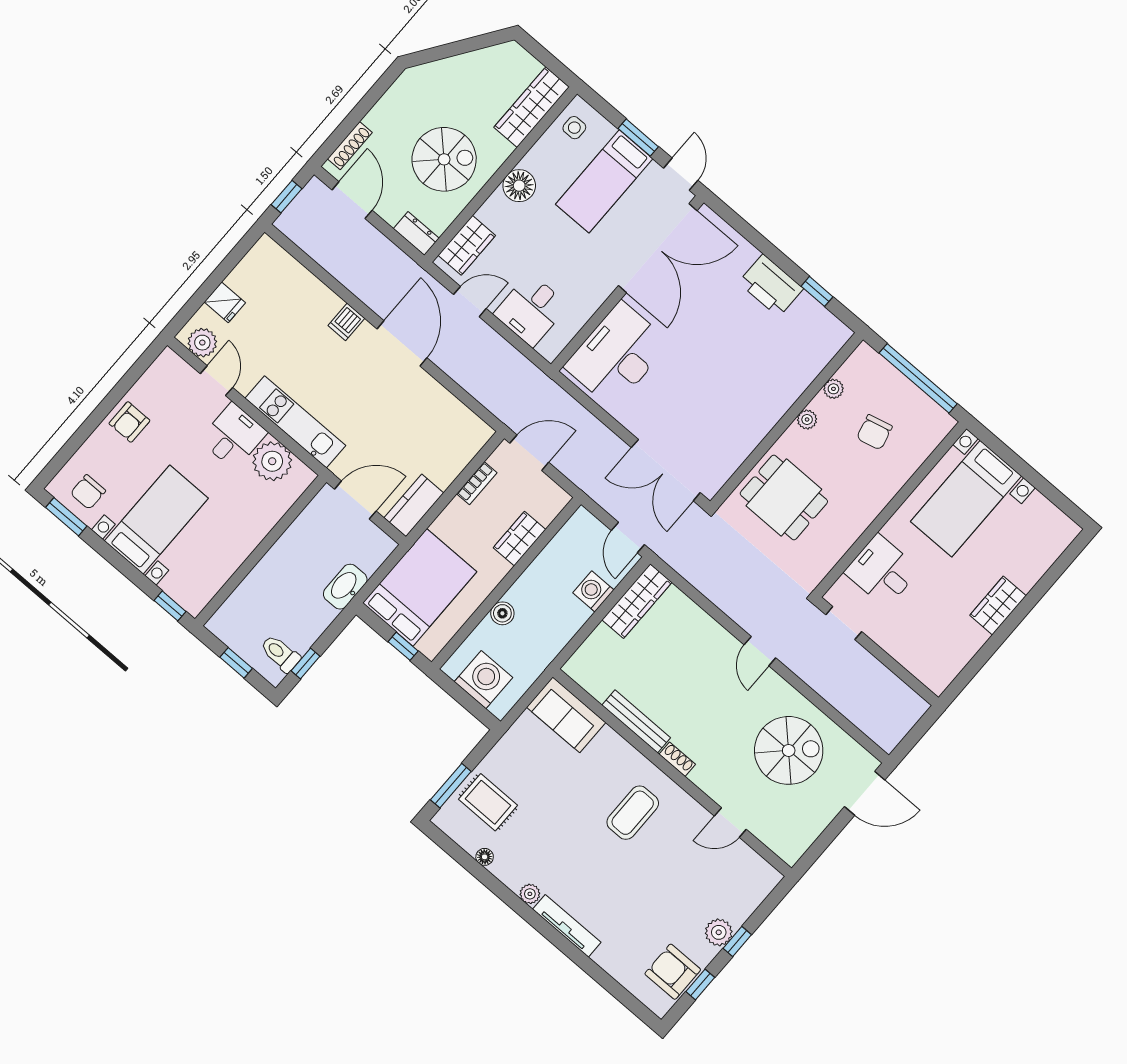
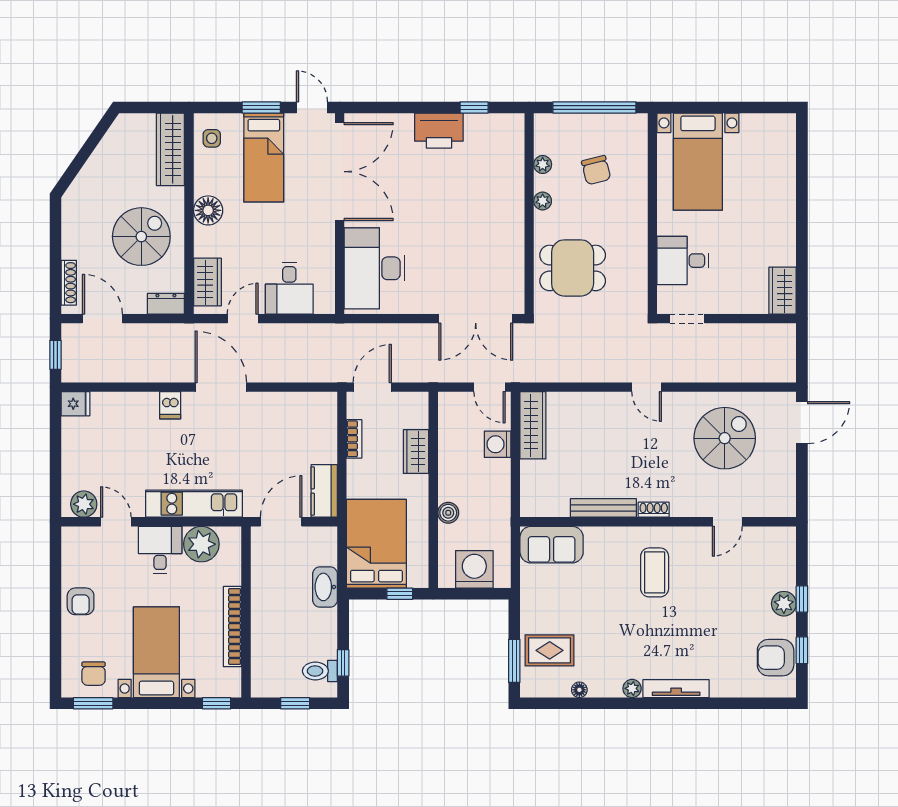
fridge: (225, 302) -> (76, 404), moved
bookcase: (239, 553) -> (232, 627), added
wardrobe: (998, 606) -> (783, 291), moved

